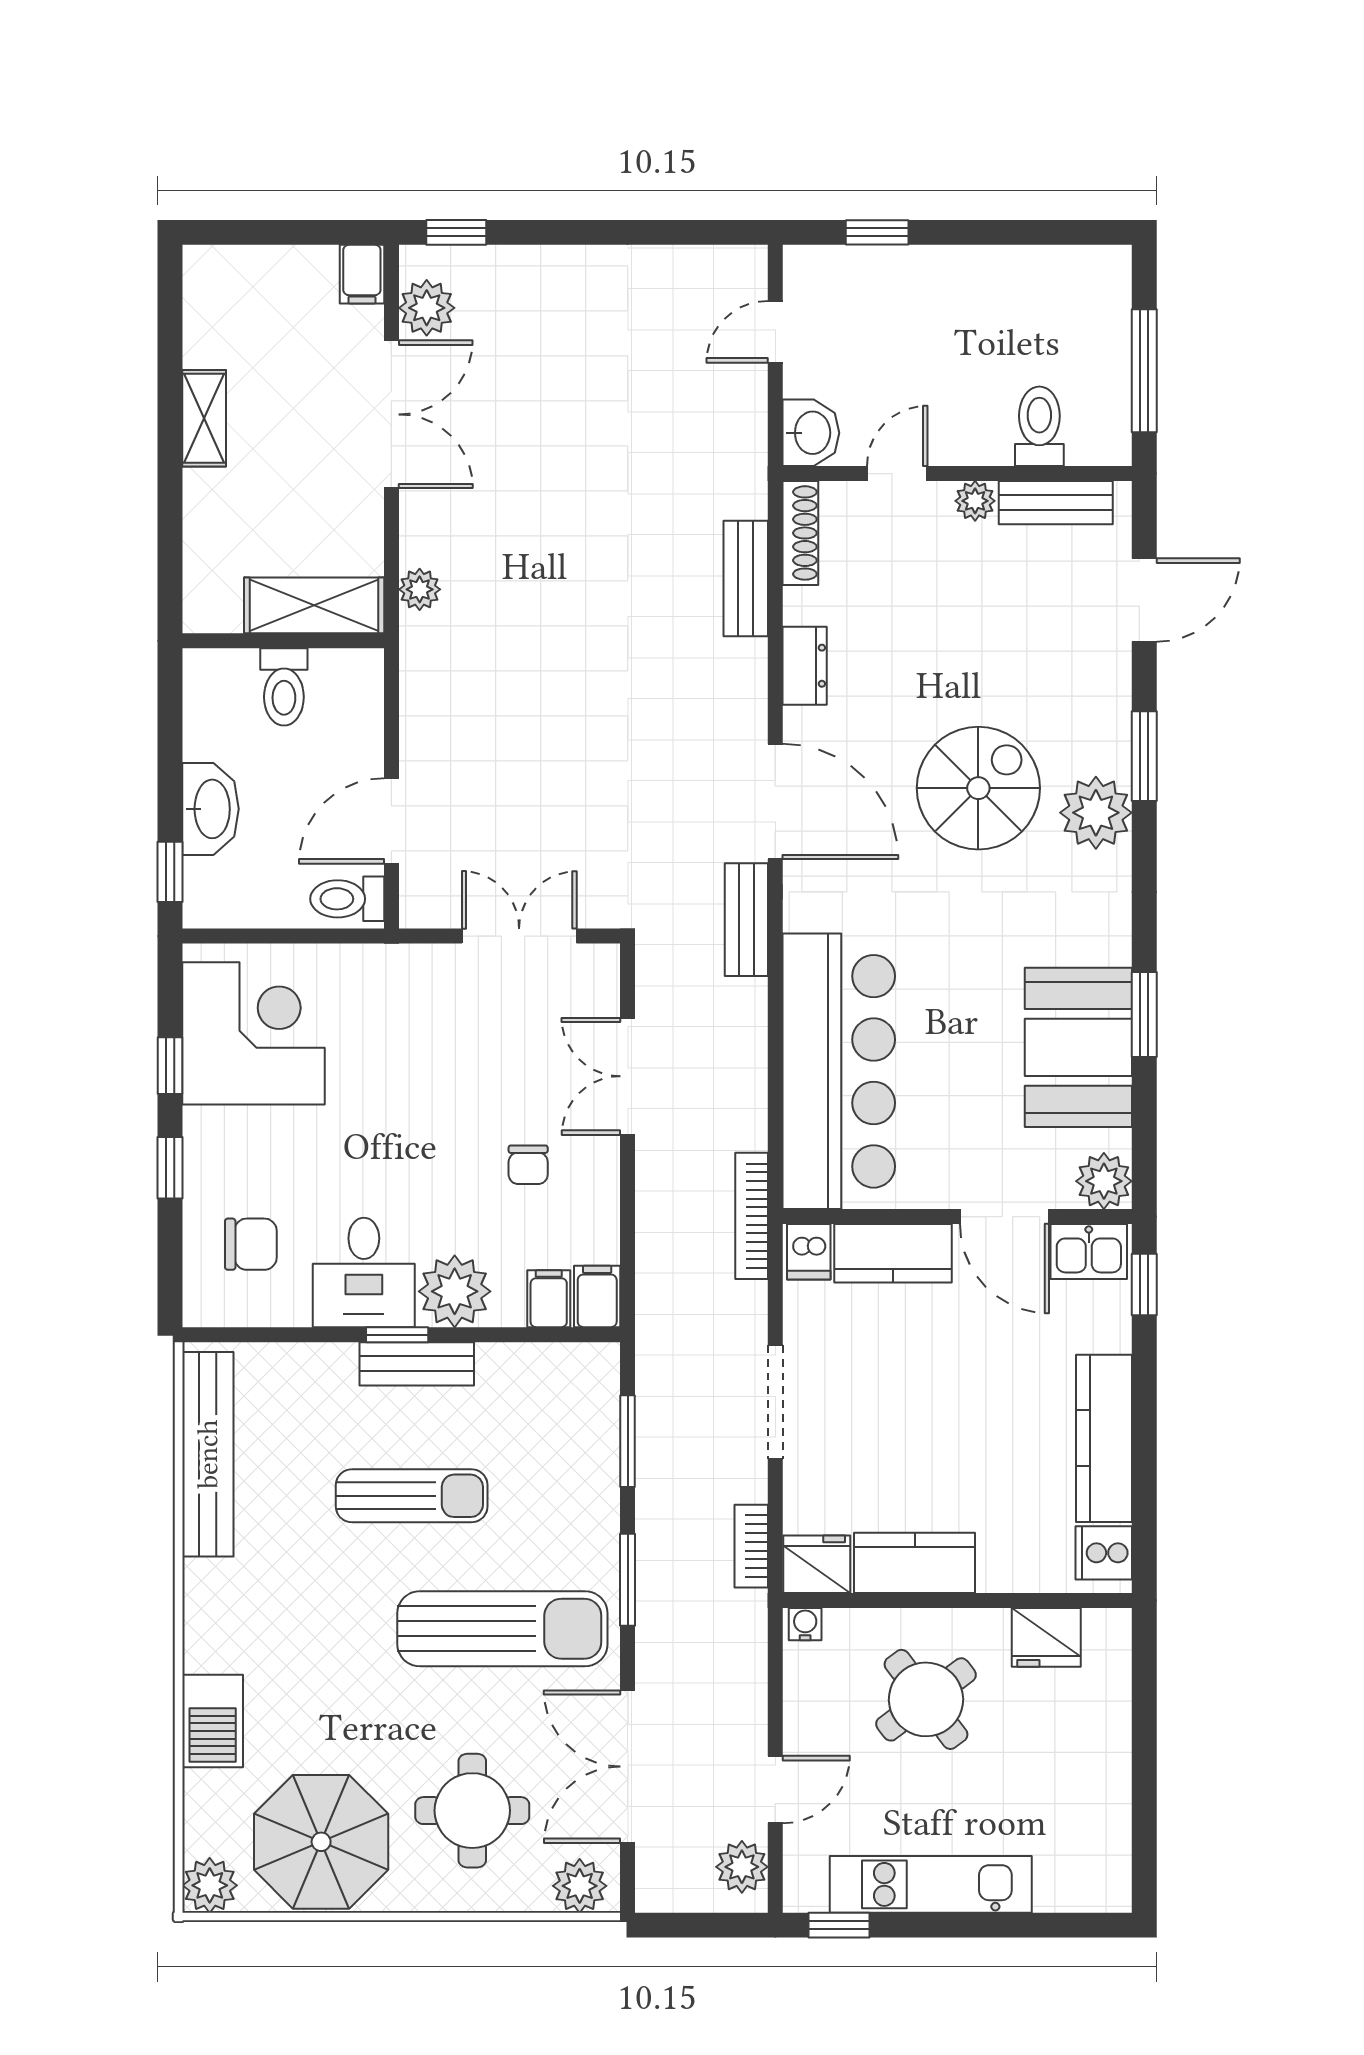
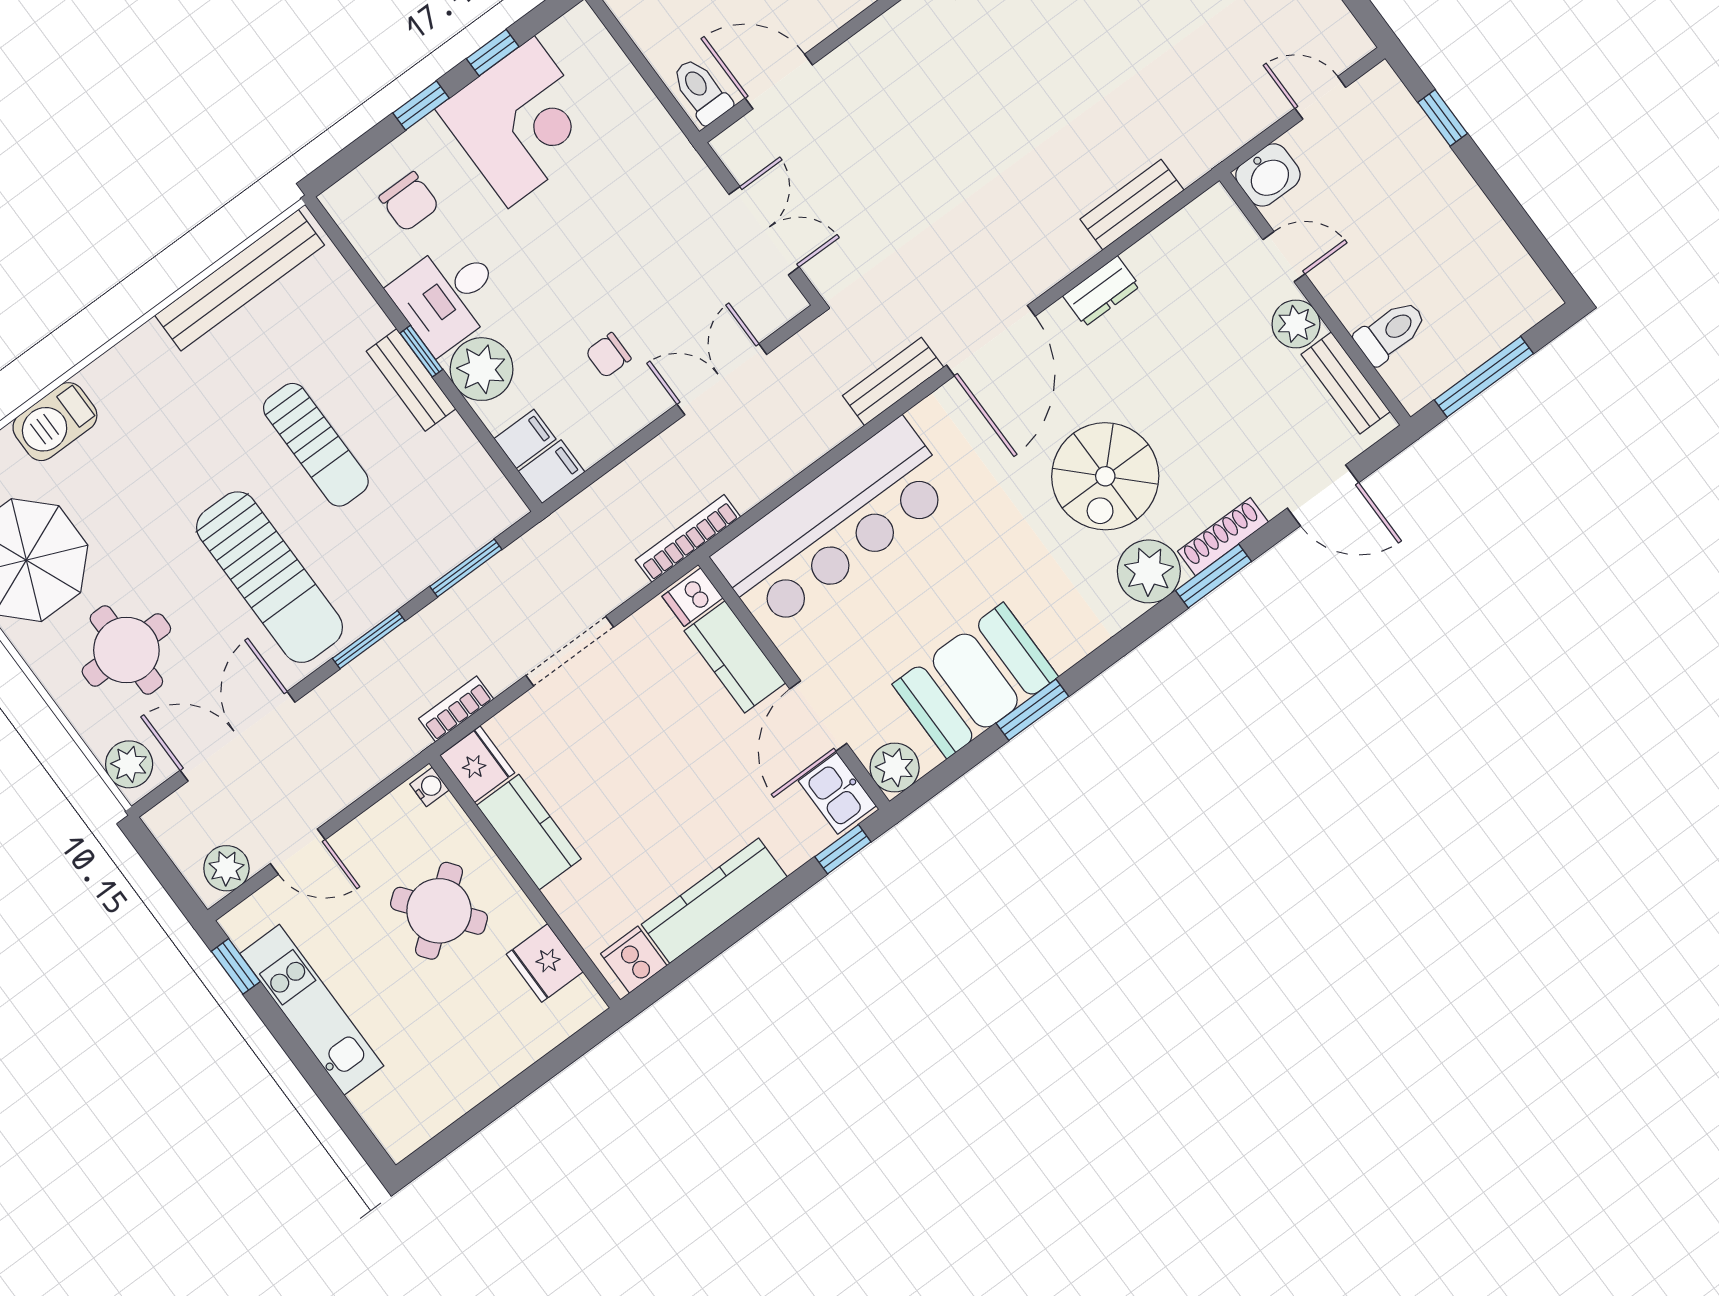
plant: (975, 501) -> (1296, 324), width x1.38, depth x1.38
shoe rack: (800, 533) -> (1223, 537), moved, turned 180
spiral stairs: (978, 788) -> (1105, 476), turned 90
corner desk: (253, 1033) -> (521, 122), moved

